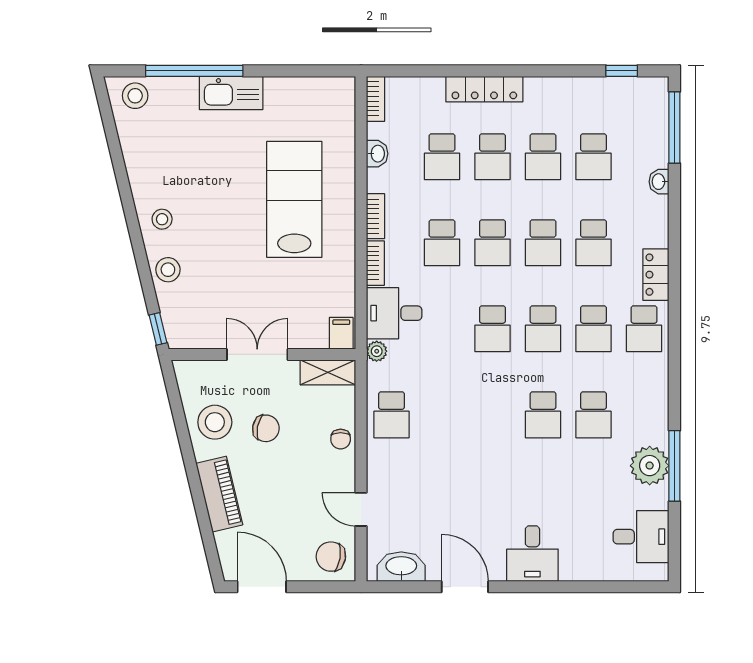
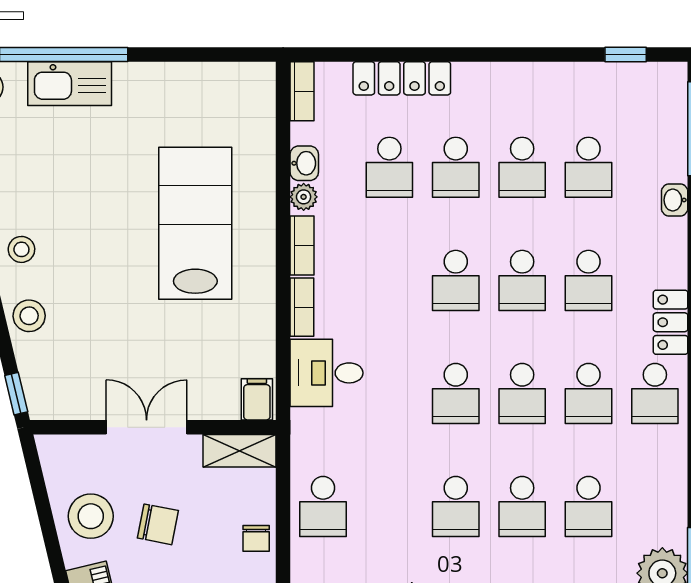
locker: (484, 89) -> (402, 78), moved
kitchen sink: (231, 93) -> (70, 84), moved
school desk: (442, 243) -> (456, 507), moved
plant: (377, 351) -> (304, 197), moved

